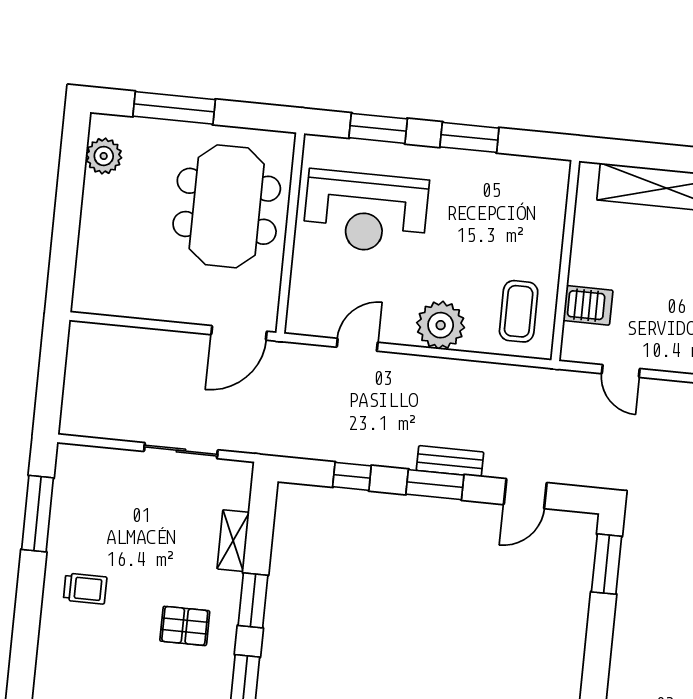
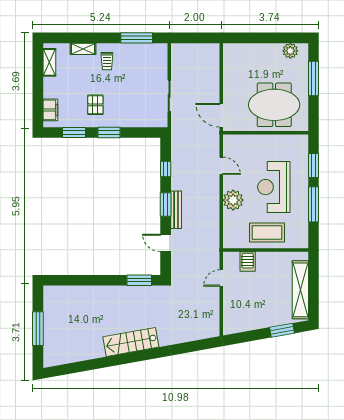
window: (469, 137) -> (314, 204), width x1.44
reception desk: (366, 212) -> (274, 187), moved
coffee table: (519, 311) -> (267, 233), moved, width x1.36, depth x1.32
bench: (450, 461) -> (176, 210), width x1.36
shelving: (233, 541) -> (83, 49), moved

